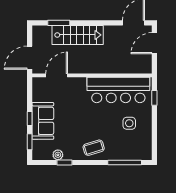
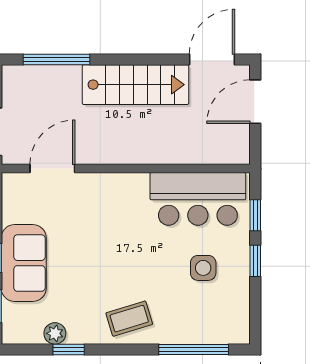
window: (59, 23) -> (57, 59), width x1.44
stairs: (78, 35) -> (135, 85), moved
bar counter: (118, 90) -> (198, 199), width x0.73
window: (154, 120) -> (255, 261), added

